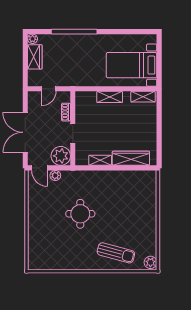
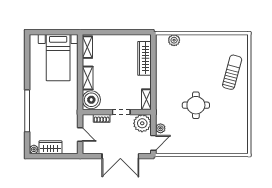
boiler: (86, 101) -> (91, 100), added
shelving: (100, 160) -> (146, 99), moved
plant: (150, 262) -> (174, 40), moved

